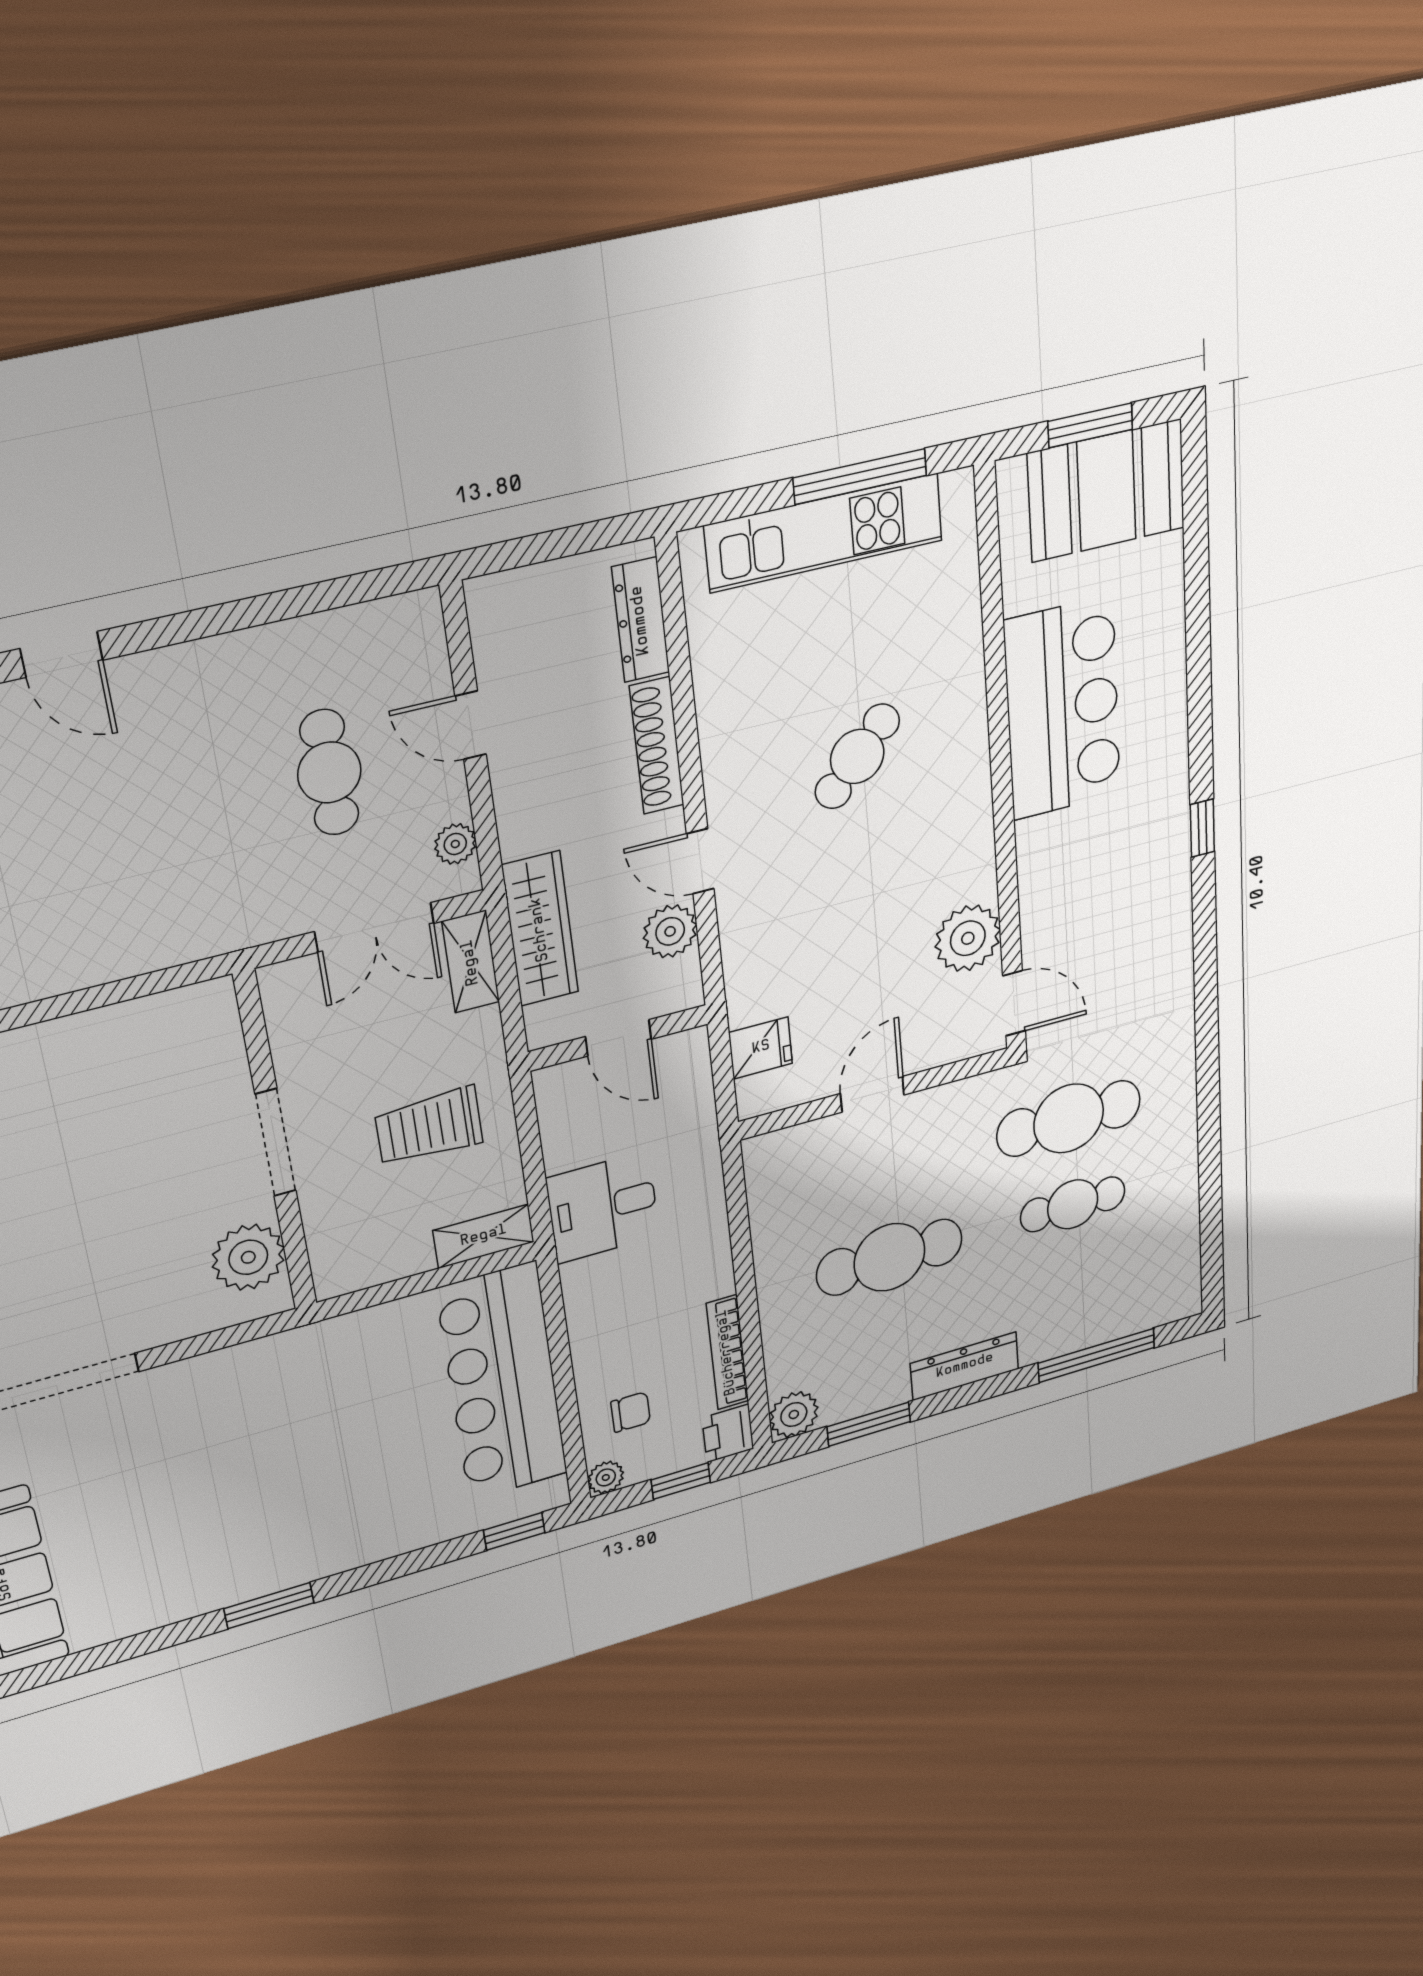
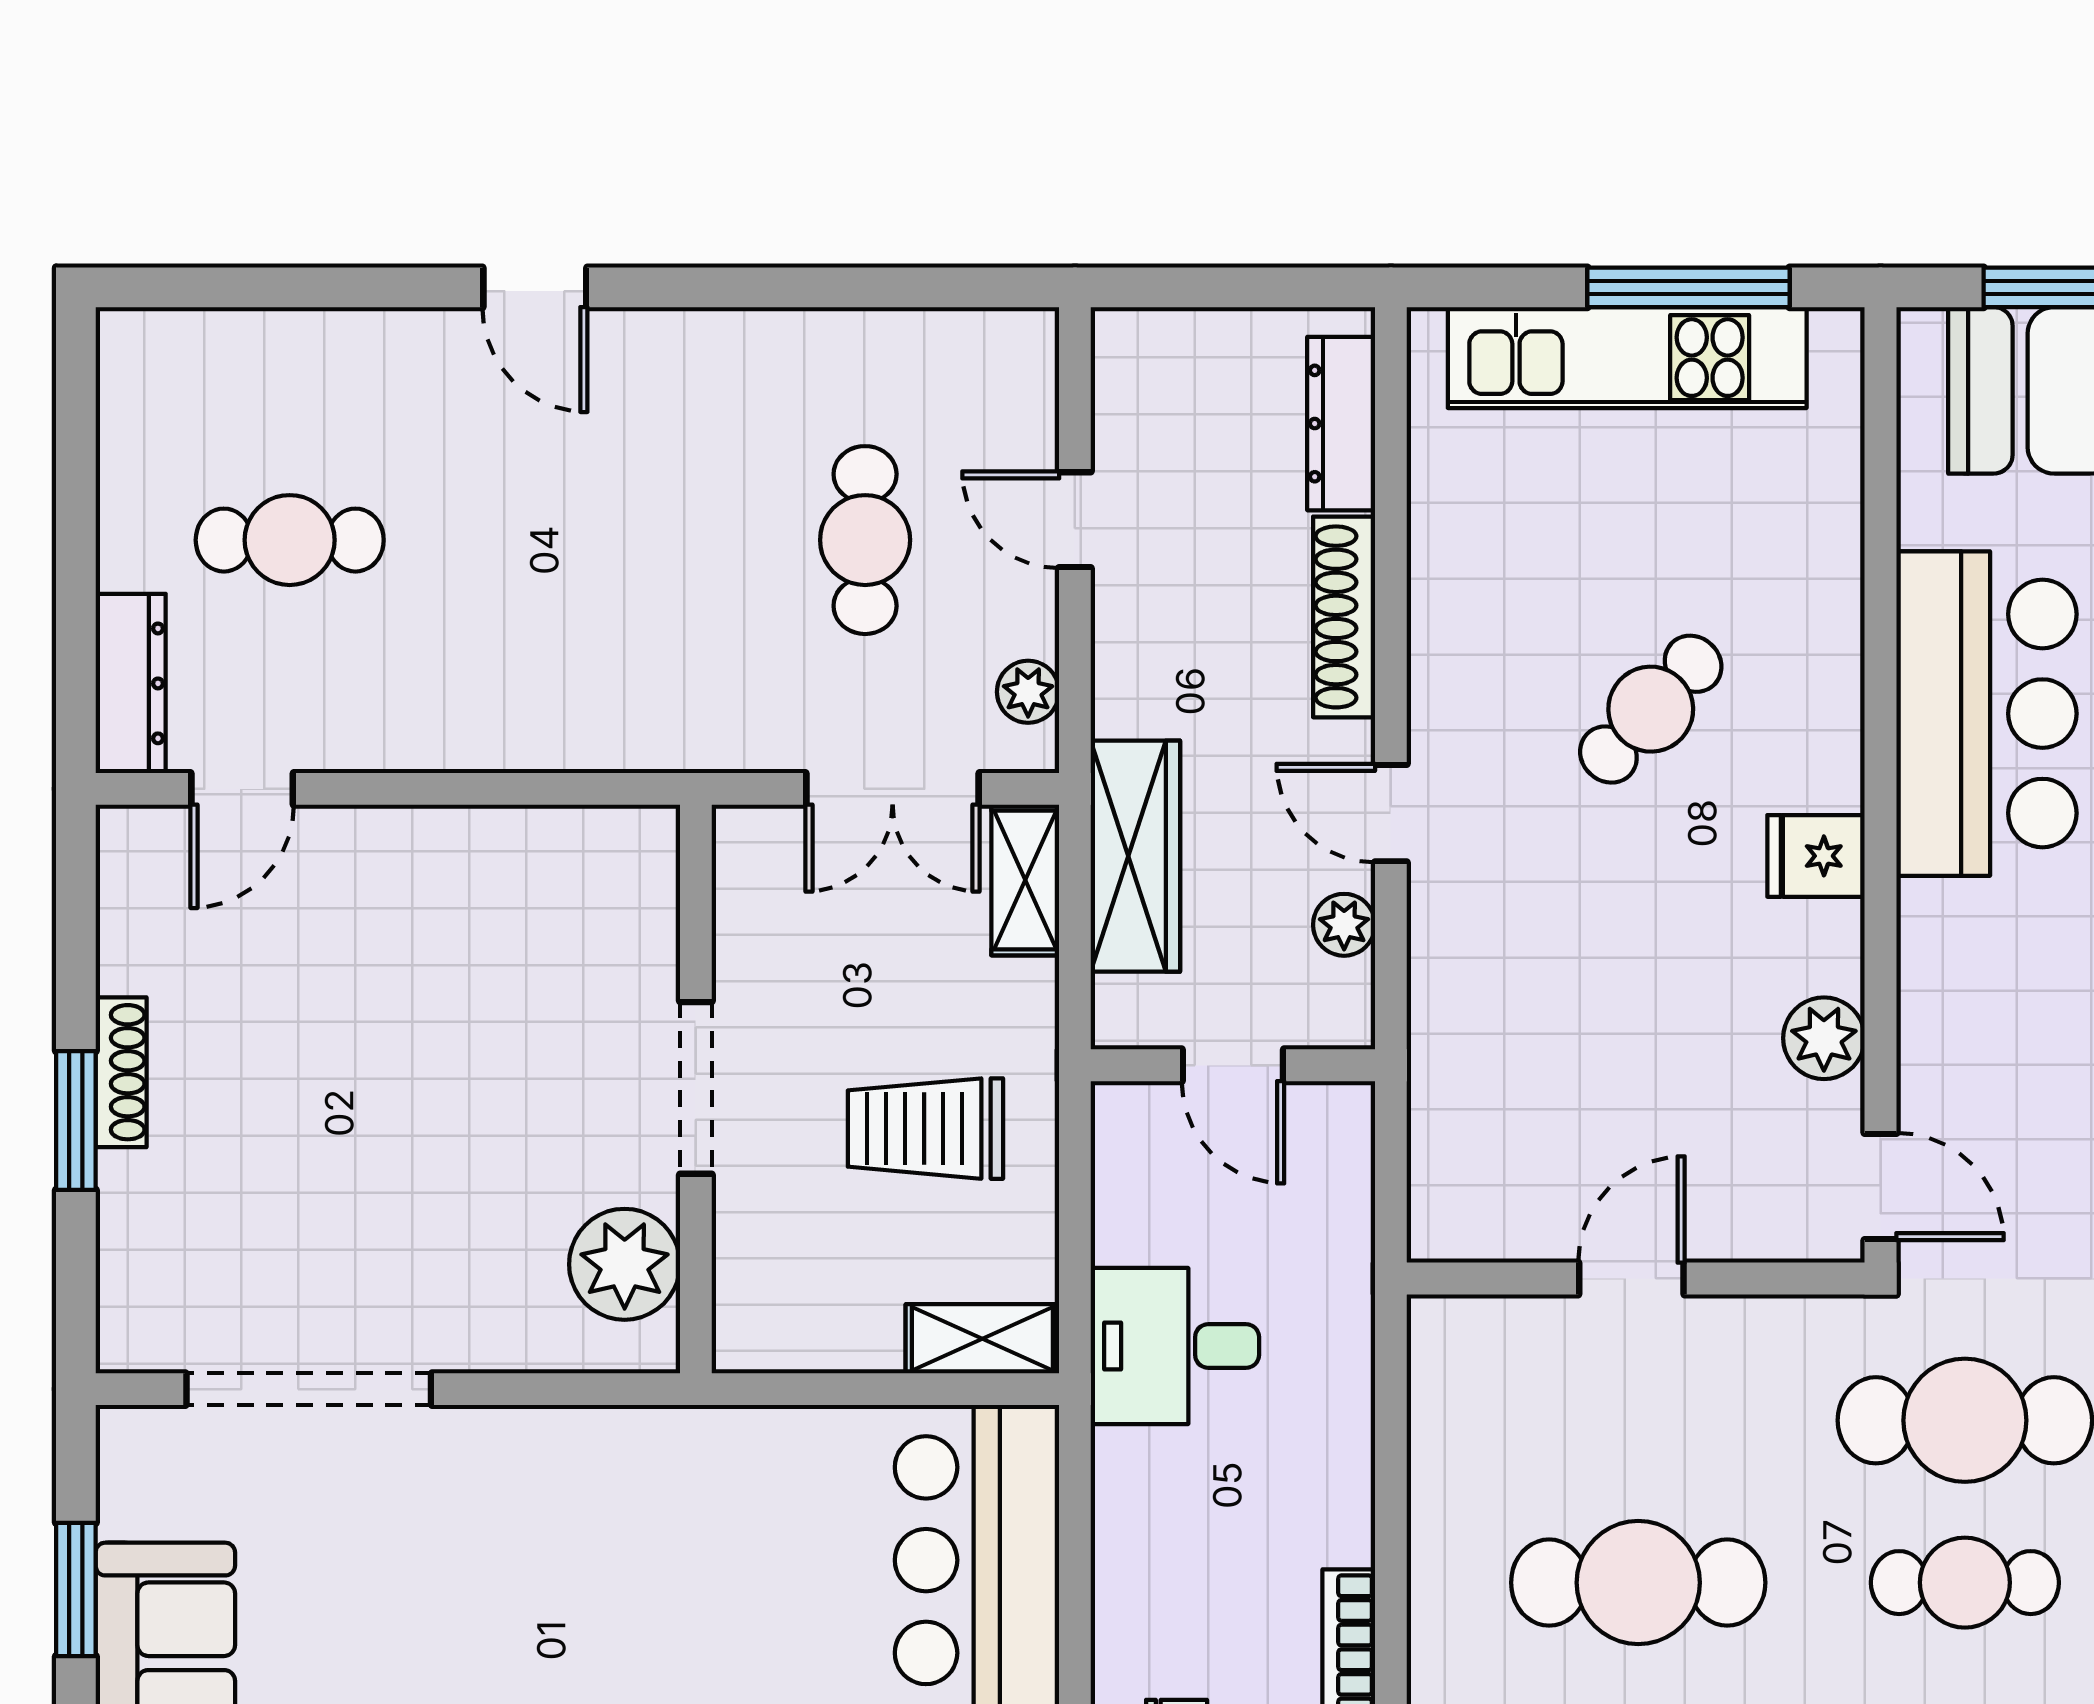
plant: (670, 931) -> (1344, 925), width x0.73, depth x0.73
plant: (968, 938) -> (1824, 1038), width x0.73, depth x0.73
fridge: (761, 1048) -> (1816, 856), moved, turned 180

